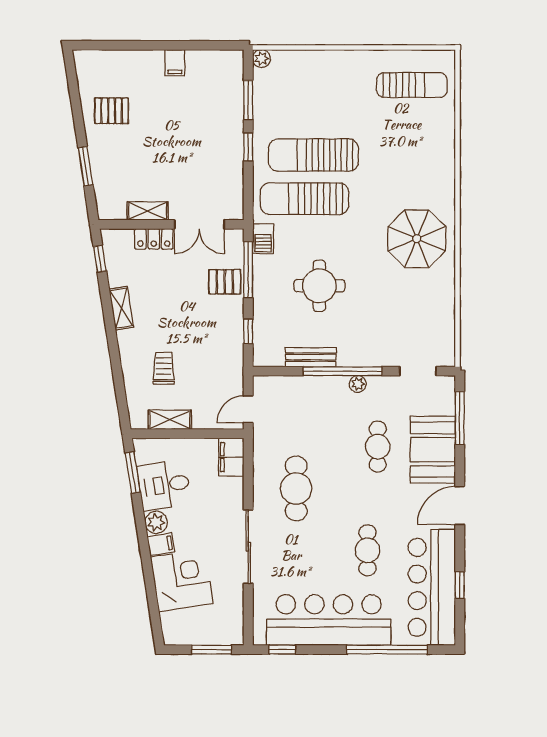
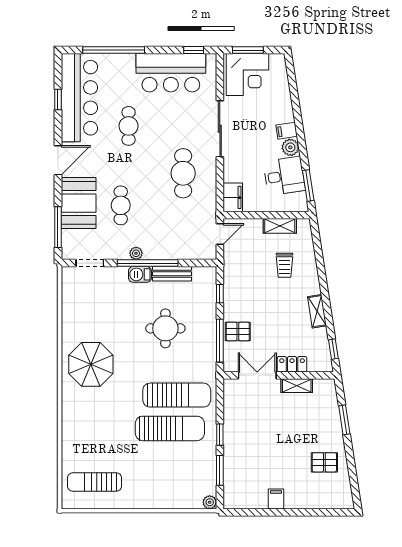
barbecue: (263, 239) -> (140, 274), moved, turned -90
corner desk: (182, 580) -> (247, 74), moved, turned -81
bar counter: (329, 620) -> (171, 73), width x0.73

